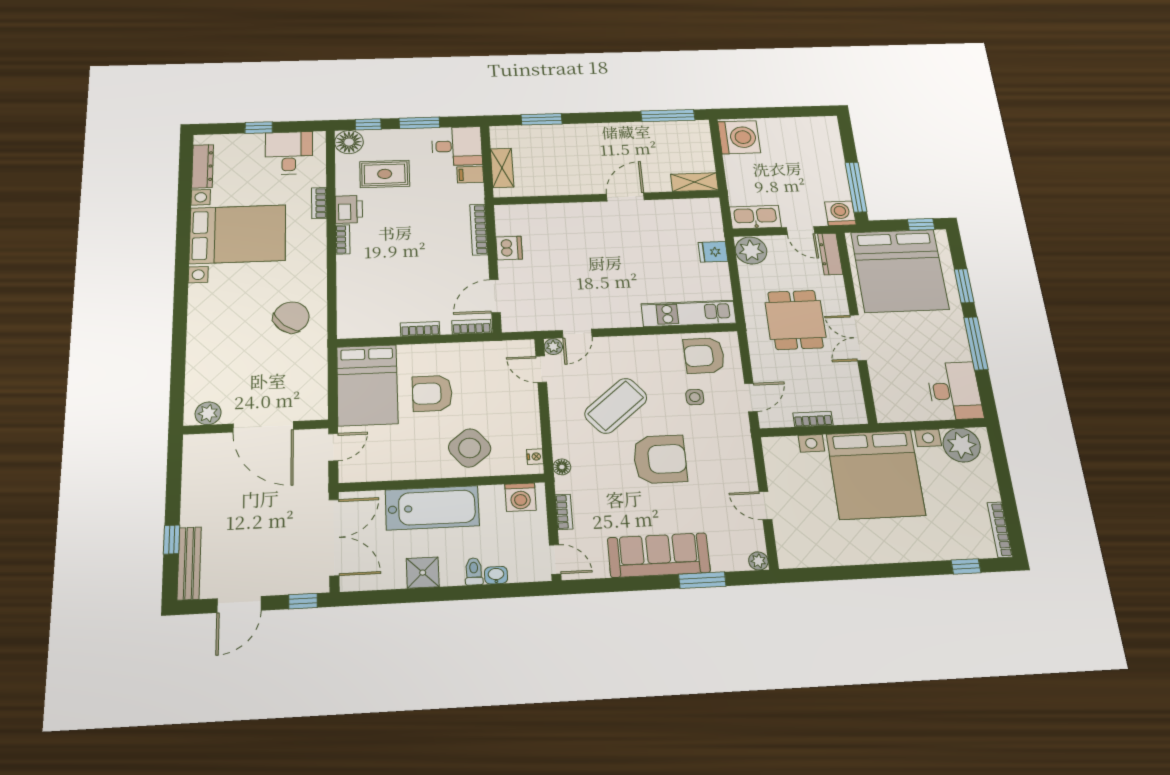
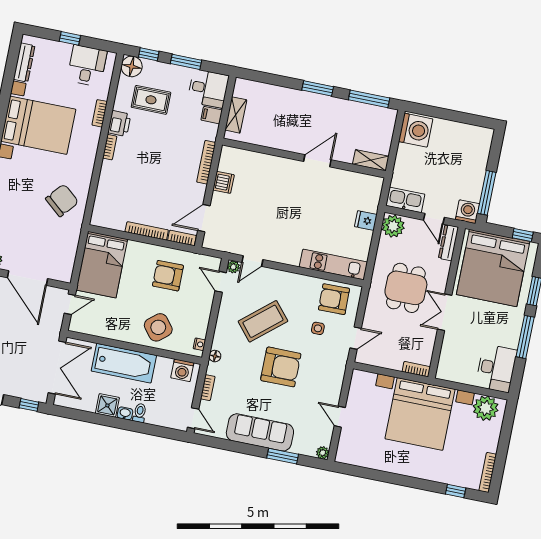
window: (542, 119) -> (318, 88), moved
bookcase: (420, 329) -> (147, 231), width x1.56
armchair: (432, 393) -> (168, 276), moved
bookcase: (813, 419) -> (416, 369), moved
washbasin: (496, 575) -> (125, 413), moved

